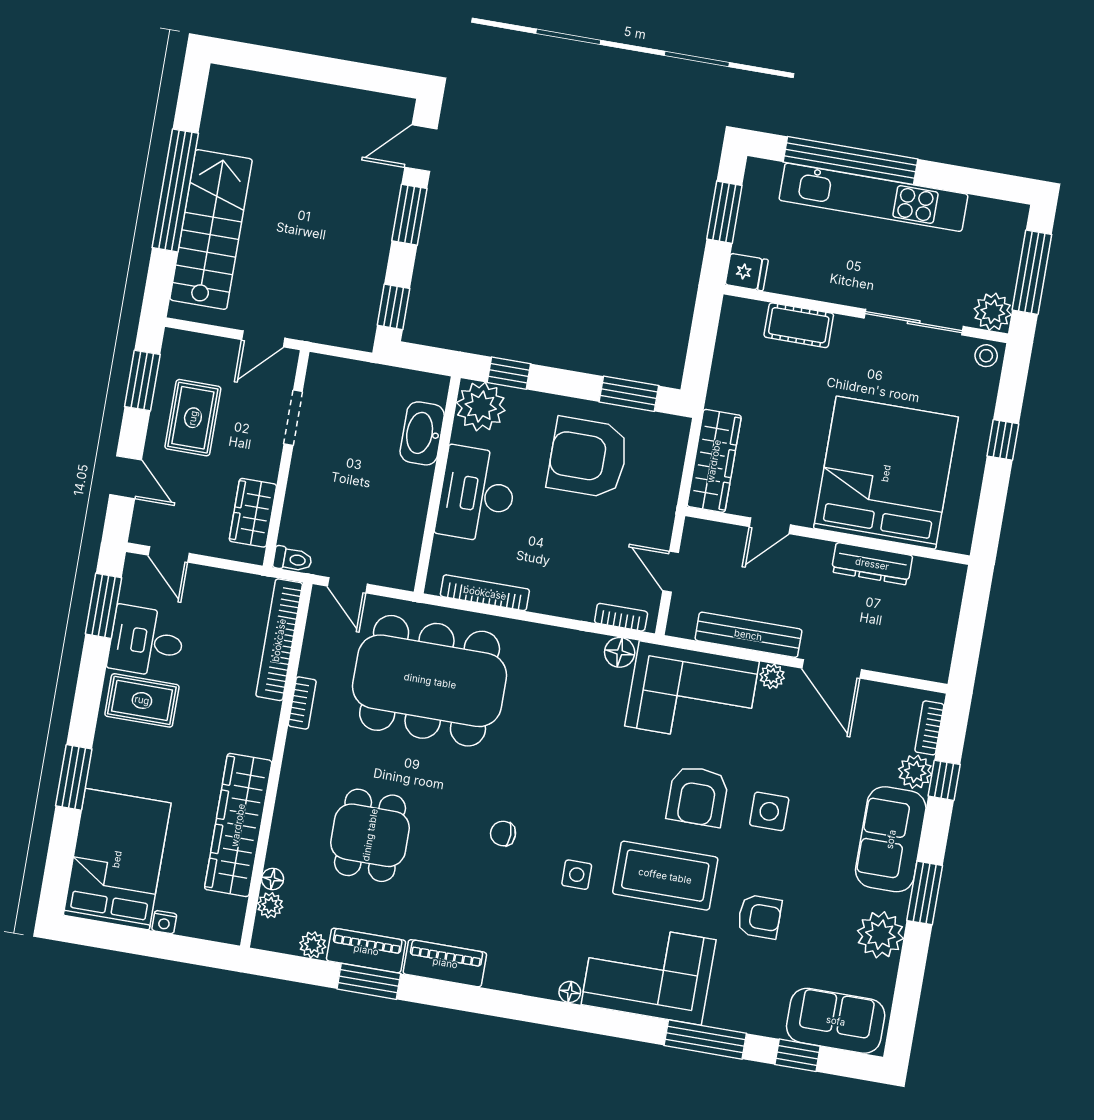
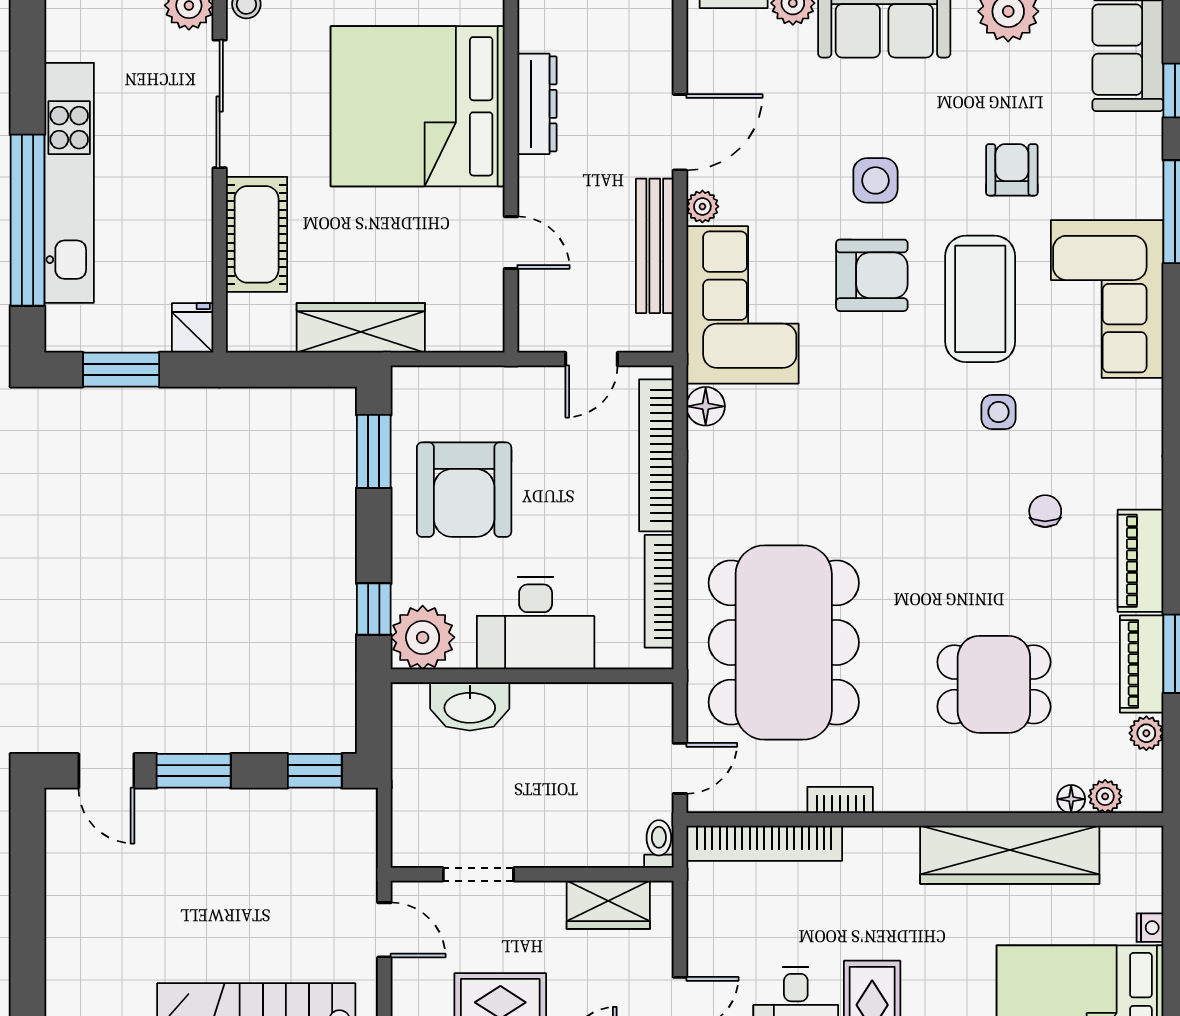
cot: (799, 325) -> (257, 234), width x1.37, depth x1.34
wardrobe: (714, 461) -> (361, 328), moved
bookcase: (621, 617) -> (656, 455), width x2.31, depth x1.31
chair: (503, 834) -> (1045, 511), moved, turned 180
floor lamp: (570, 992) -> (1150, 395), removed

